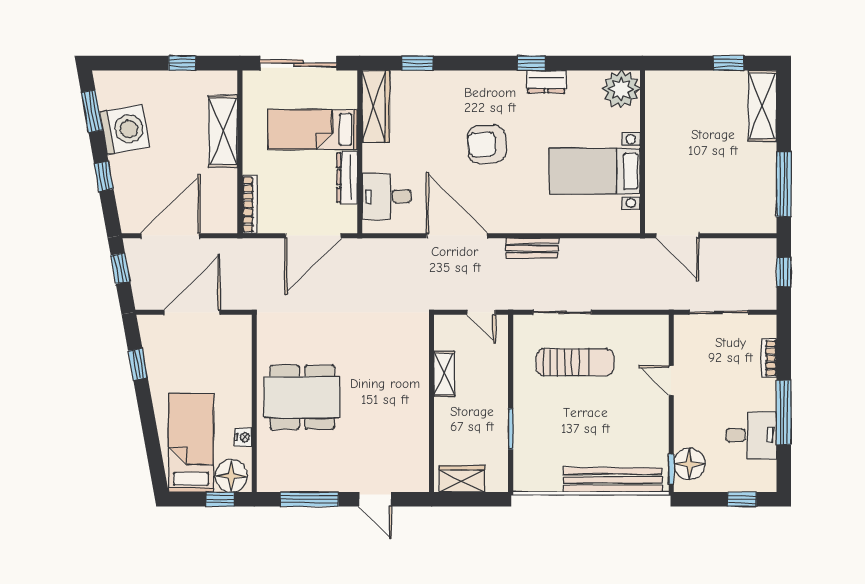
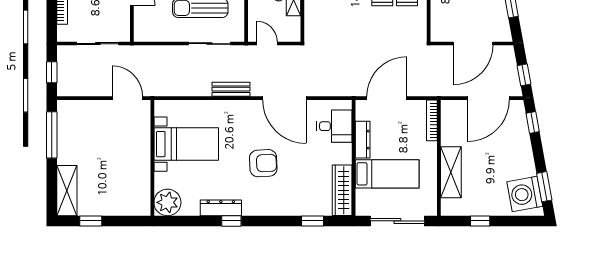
dresser: (546, 82) -> (221, 208), width x1.44
washing machine: (124, 130) -> (525, 194), moved
window: (104, 176) -> (533, 122), moved

